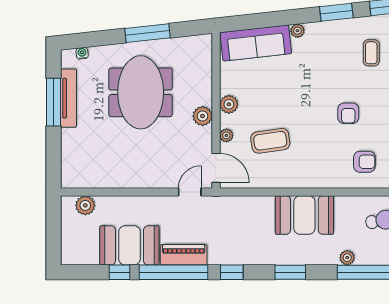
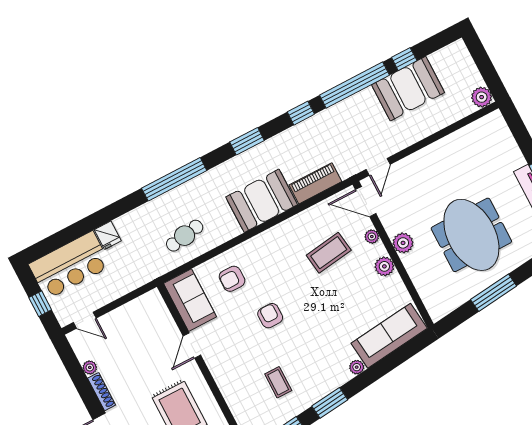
plant: (85, 205) -> (482, 97), moved
piano: (184, 255) -> (315, 183), moved, turned 180
plant: (347, 258) -> (202, 182), removed

